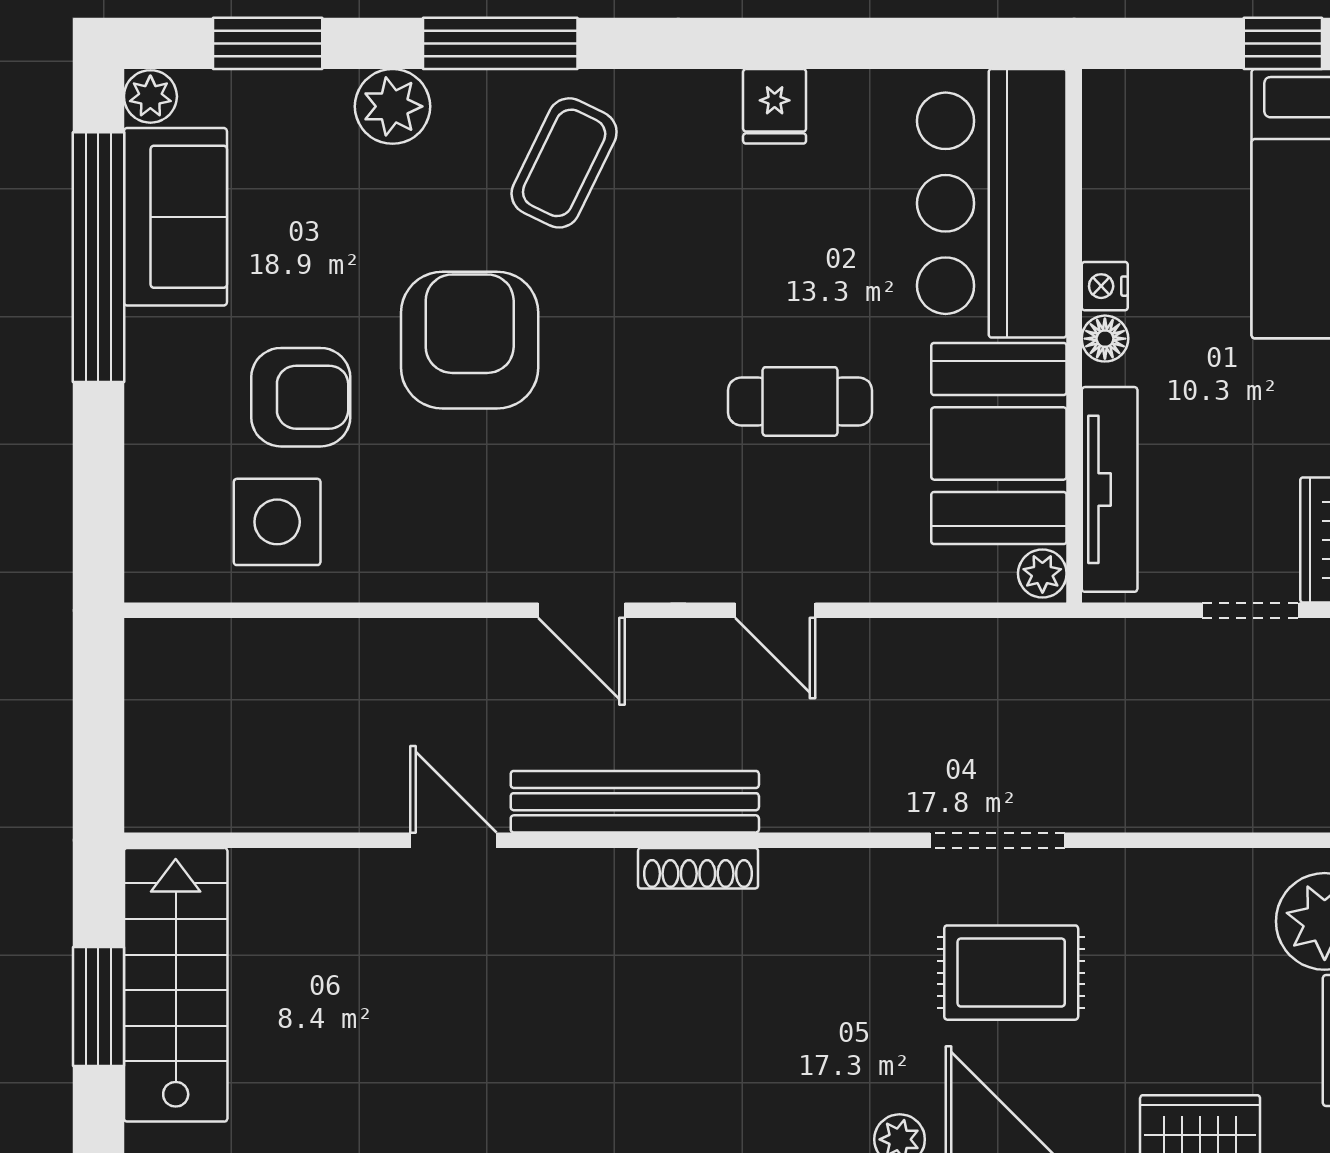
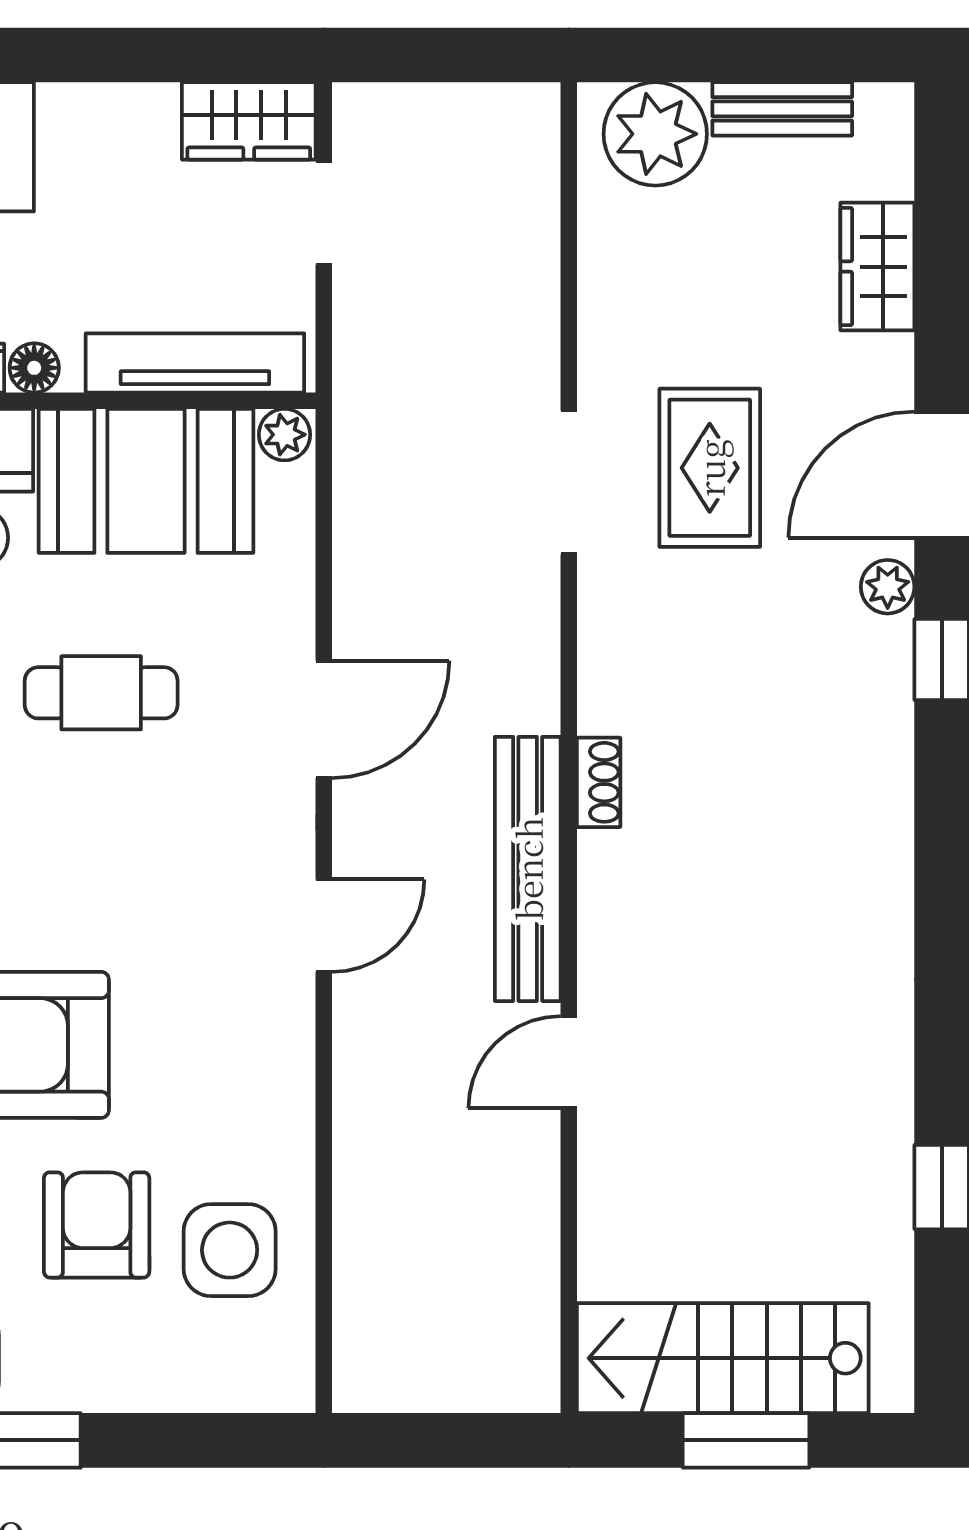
cafe table: (800, 401) -> (101, 693), turned 90
door: (775, 610) -> (324, 719), width x1.38
shoe rack: (698, 868) -> (599, 782), width x0.70

